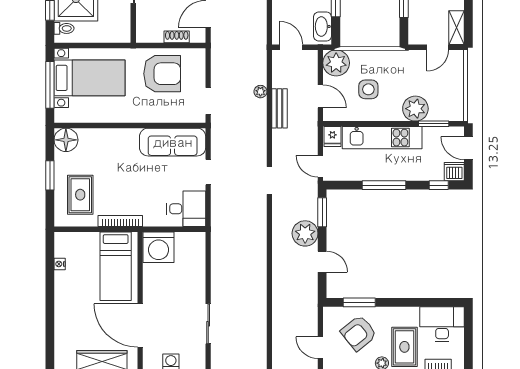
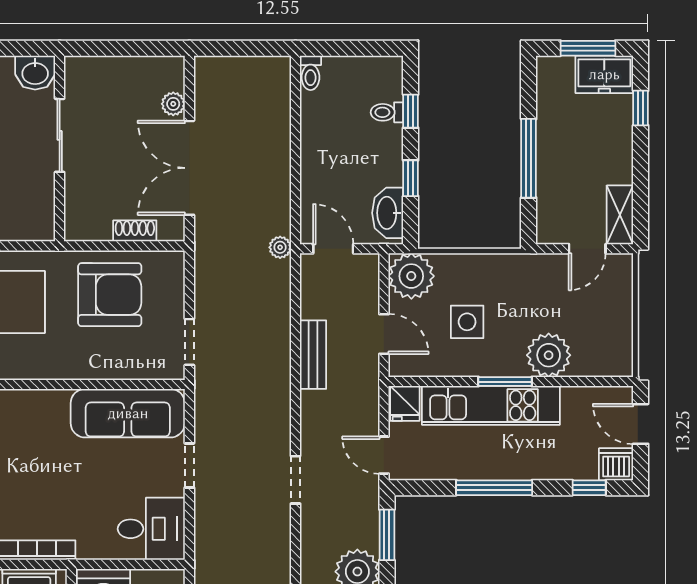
plant: (260, 92) -> (280, 247), moved
window: (434, 124) -> (505, 382), moved

